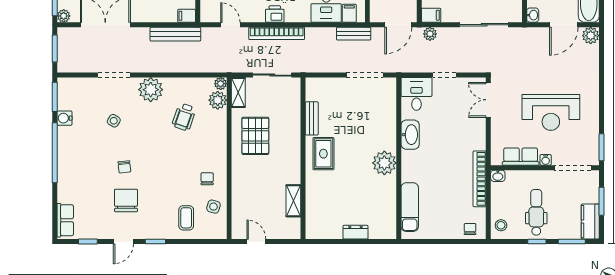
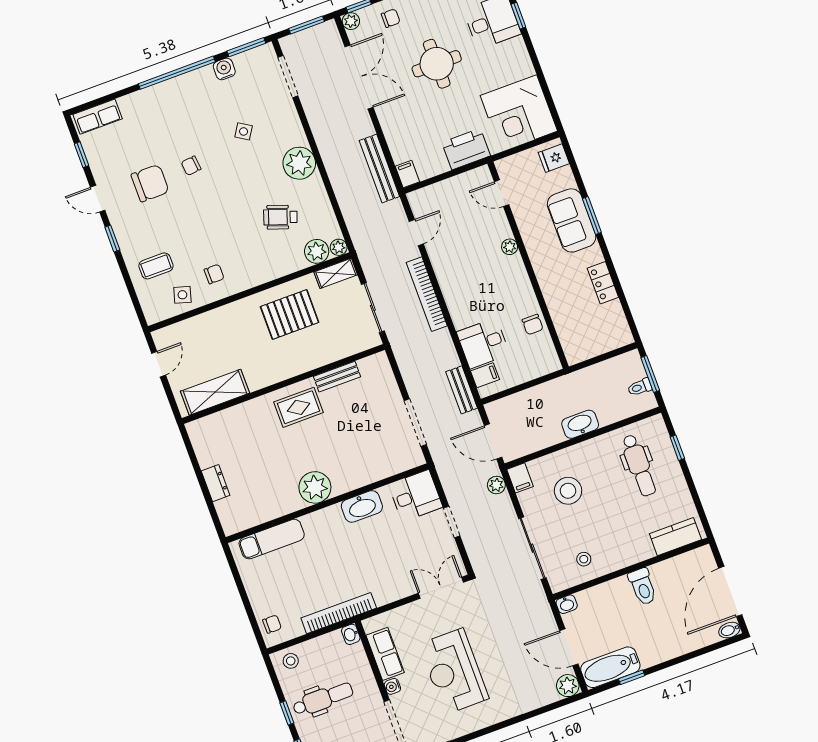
printer: (275, 14) -> (450, 283), removed
doorway: (114, 75) -> (288, 77), moved
shelving: (293, 201) -> (215, 392), width x1.50, depth x1.33

